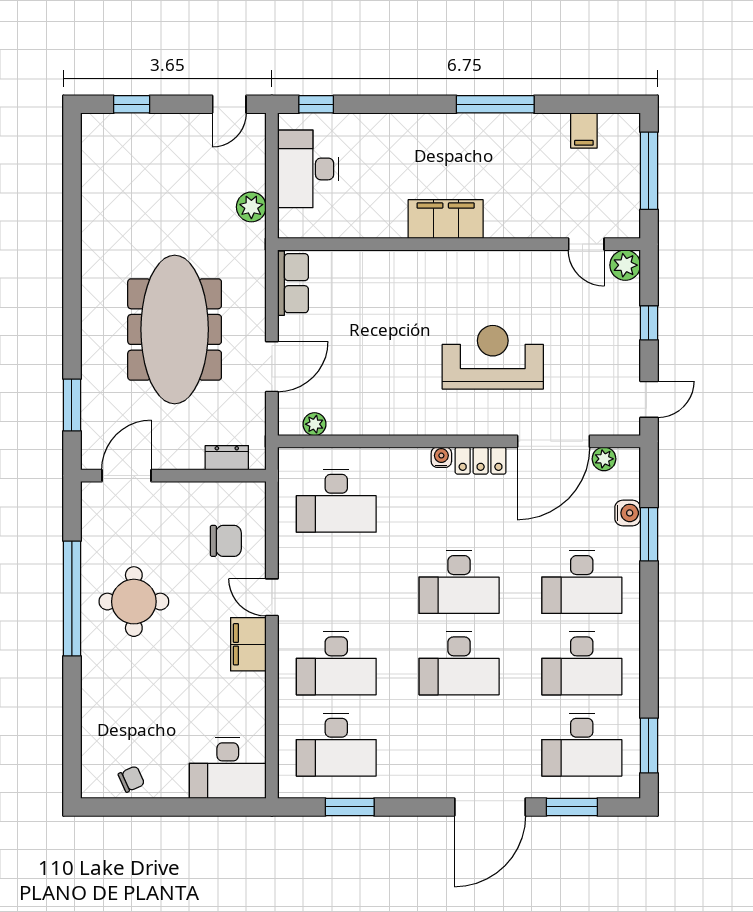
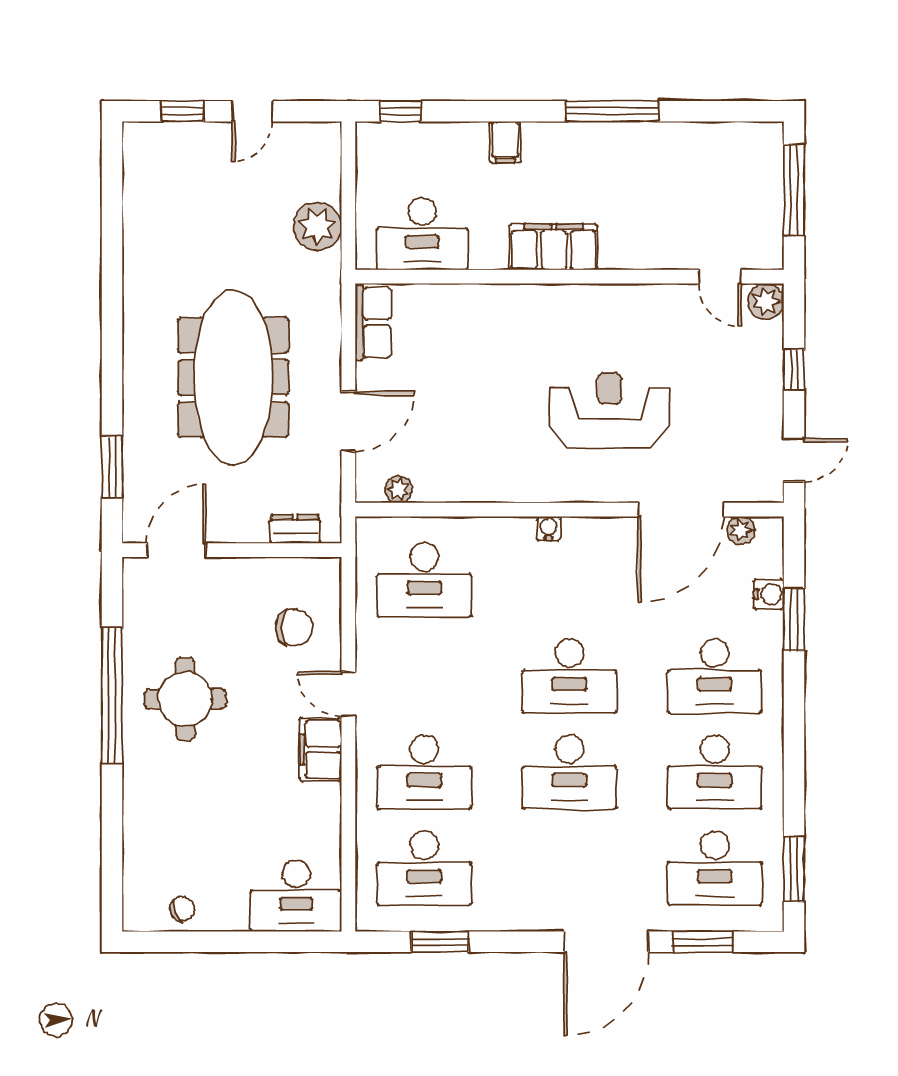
door: (229, 104) -> (252, 111), moved
filing cabinet: (584, 130) -> (505, 142), moved
desk: (308, 169) -> (422, 234), moved, turned -90
plant: (251, 207) -> (318, 226), width x1.36, depth x1.36
locker: (481, 461) -> (595, 532), removed

